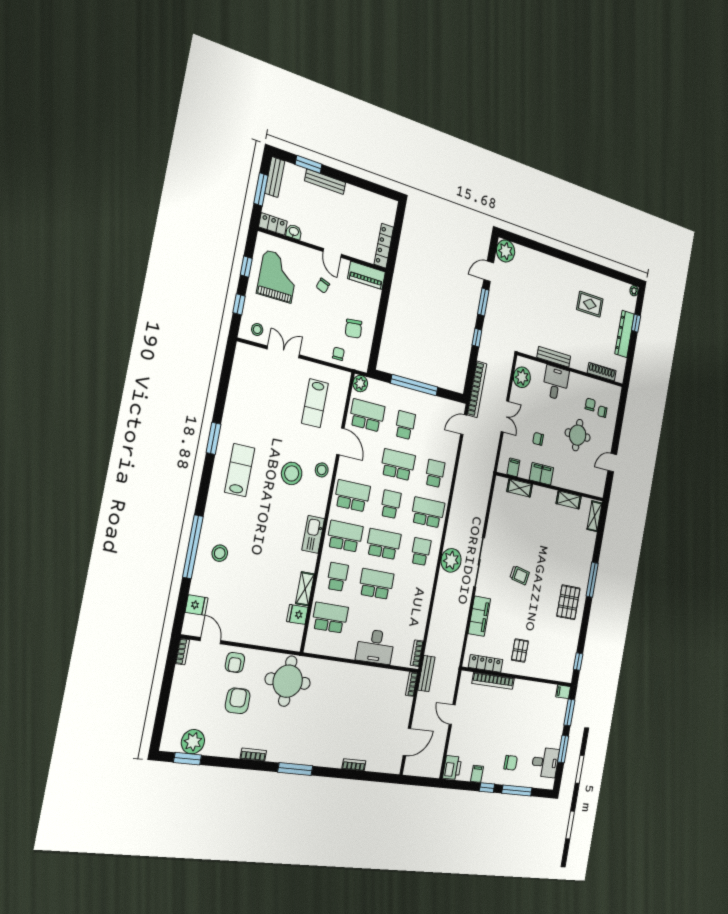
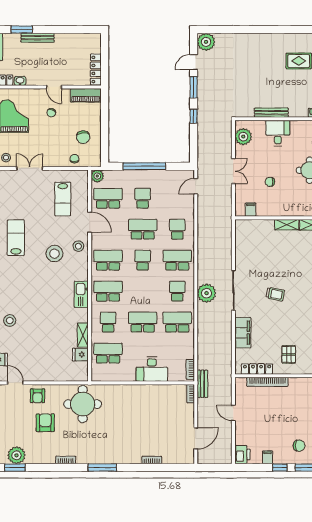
bookcase: (477, 389) -> (202, 156), removed
lab bench: (240, 470) -> (16, 238), moved
filing cabinet: (541, 474) -> (279, 209), removed
shelving: (520, 488) -> (287, 225), moved
school desk: (383, 544) -> (177, 322), moved

